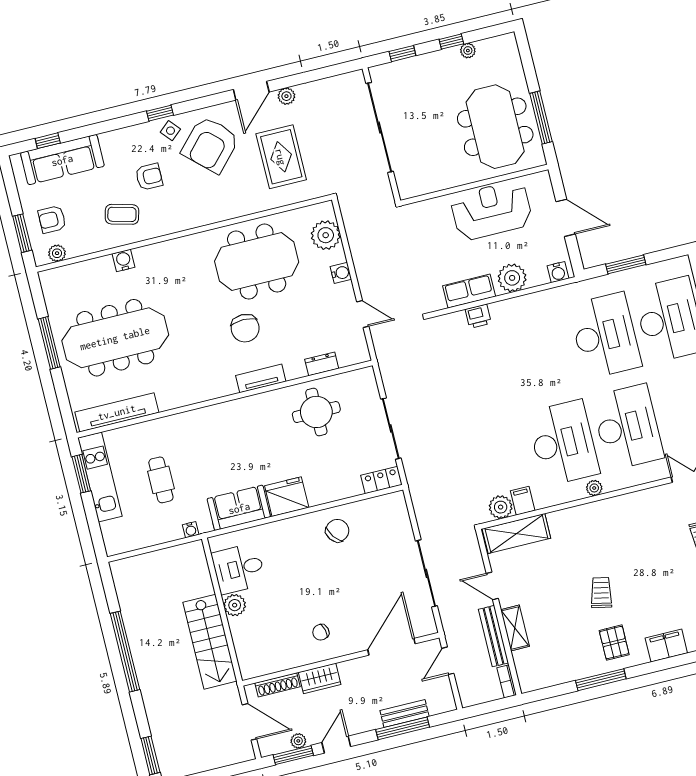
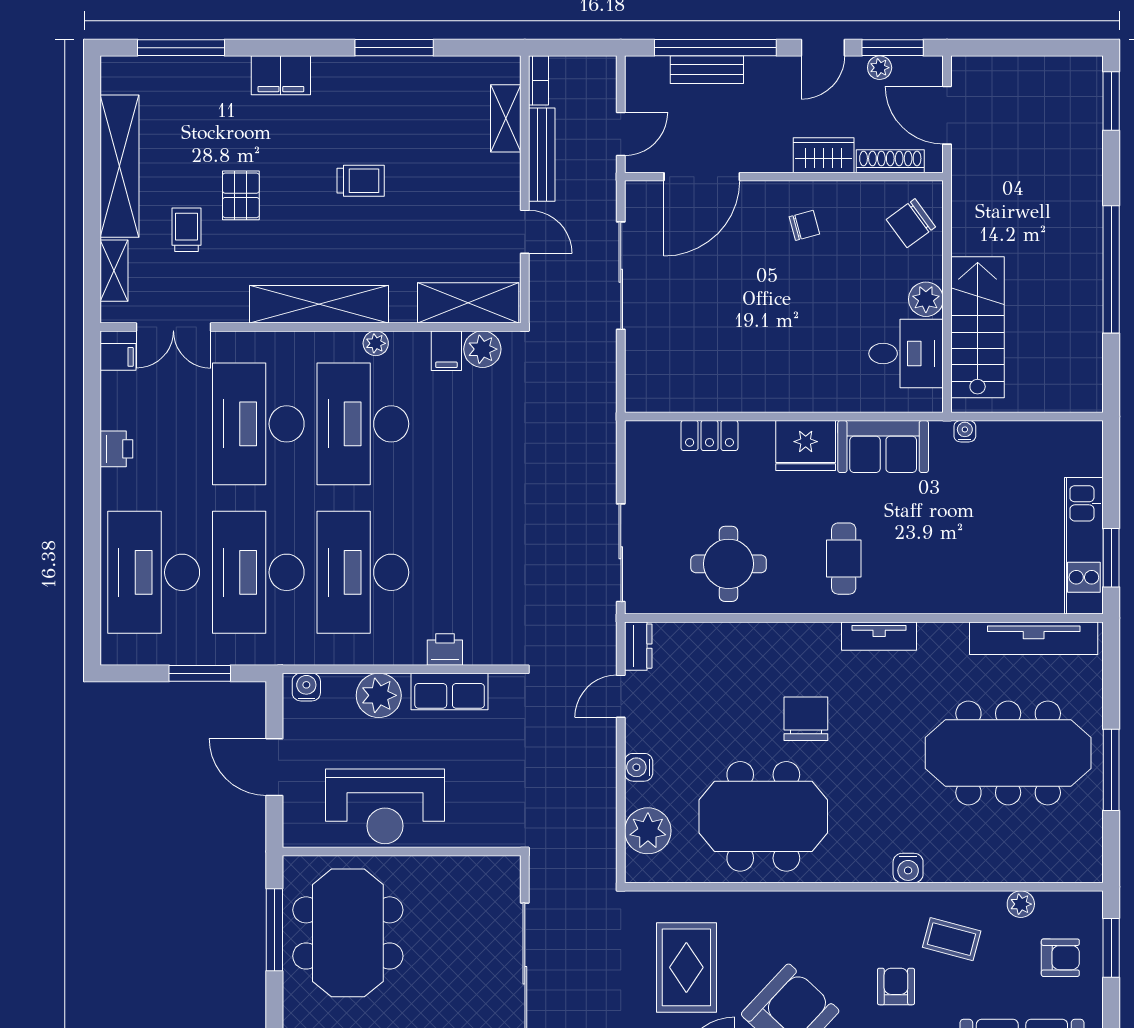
armchair: (149, 177) -> (896, 986), turned 90
plant: (57, 253) -> (1021, 904), moved
water cooler: (124, 260) -> (908, 868), moved
door: (363, 314) -> (621, 696), hinge flipped
desk: (541, 351) -> (363, 572), added
dresser: (322, 364) -> (638, 646), moved, turned -90
tv unit: (261, 378) -> (879, 636), moved
sliding door: (391, 429) -> (621, 553), moved
cafe table: (161, 480) -> (844, 559), moved
locker: (381, 480) -> (709, 435), moved
plant: (594, 488) -> (376, 343), moved
shelving: (608, 510) -> (319, 304), added
chair: (337, 531) -> (911, 223), moved
trolley: (601, 593) -> (361, 181), turned -102
shelving: (515, 628) -> (506, 118), moved
stairs: (210, 642) -> (978, 327), moved
pallet: (614, 643) -> (241, 195), moved
window: (403, 728) -> (715, 48), width x1.46

